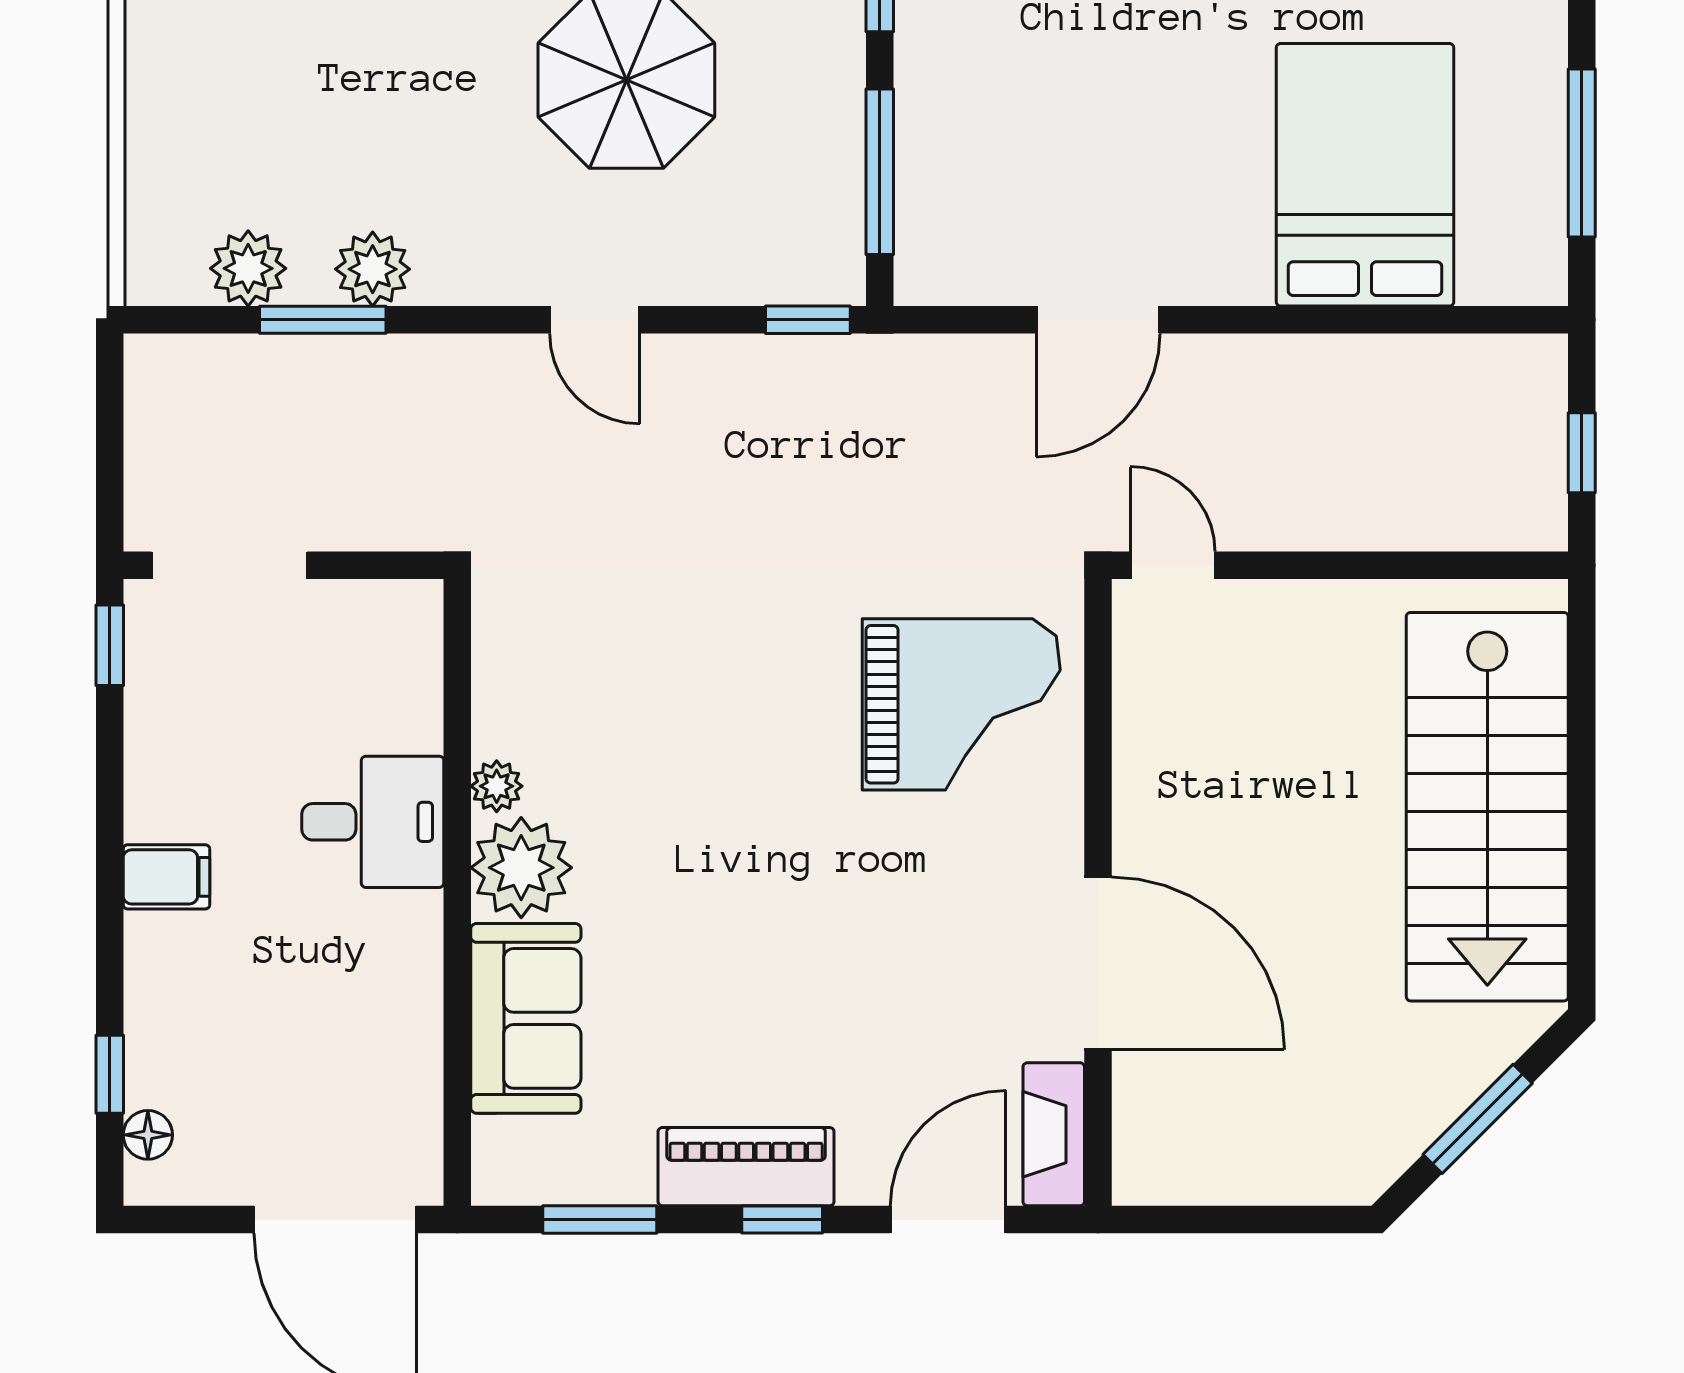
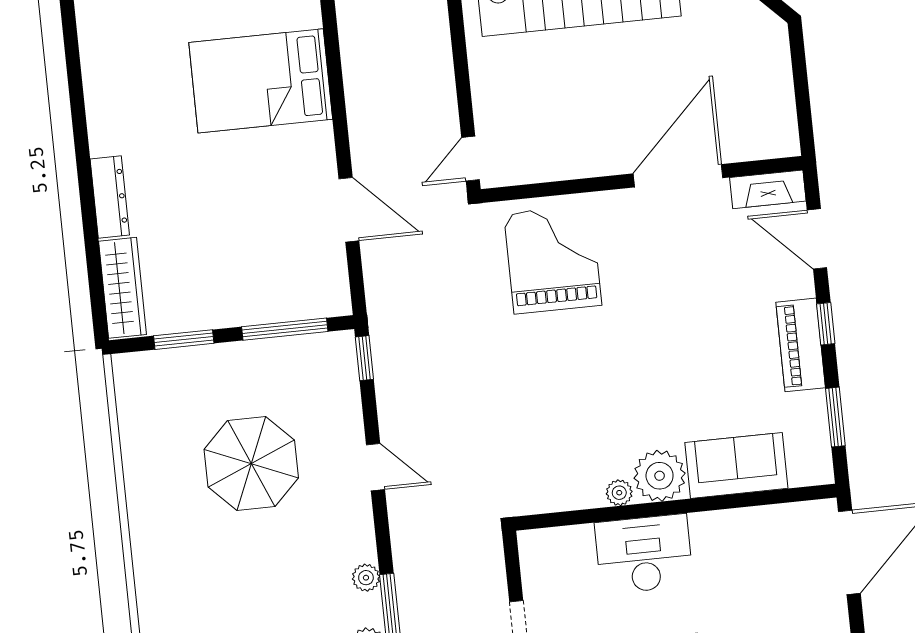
plant: (373, 269) -> (366, 578), width x0.73, depth x0.73
door: (595, 320) -> (376, 467), hinge flipped
desk: (373, 822) -> (644, 554), width x1.37

